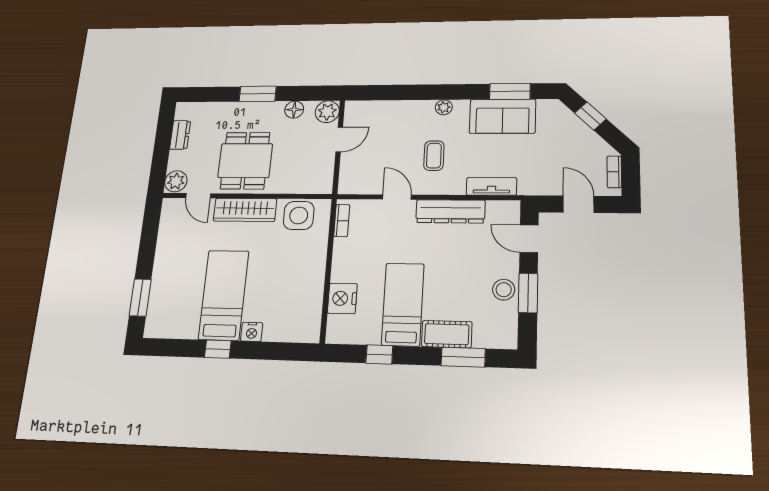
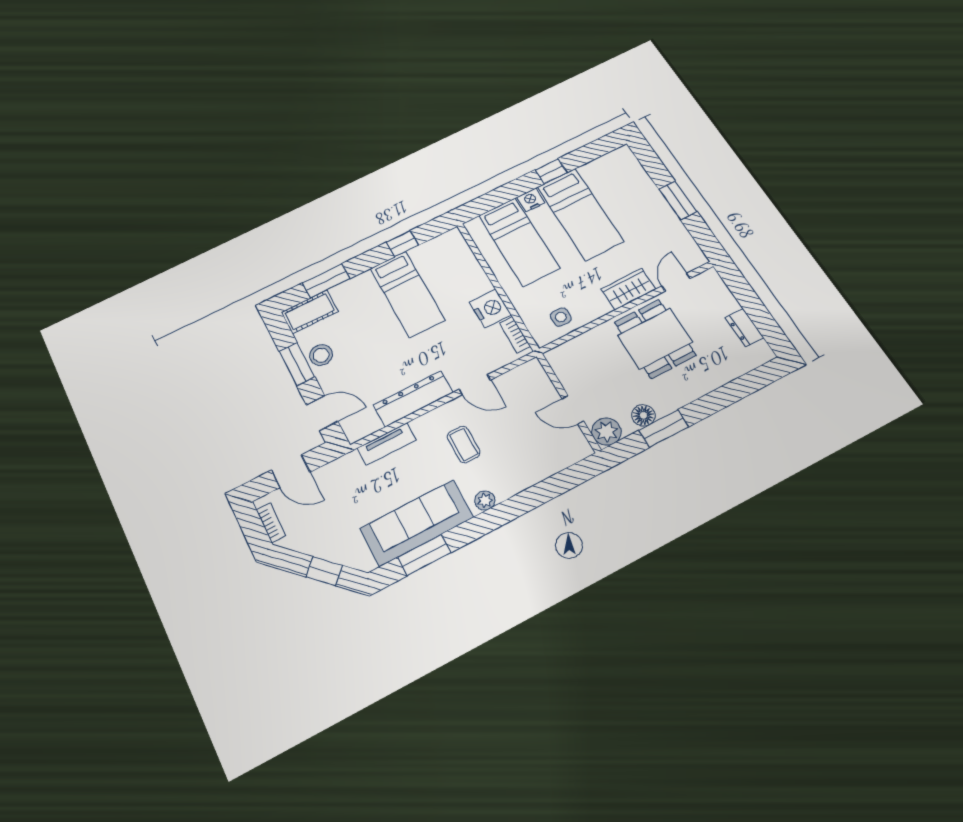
window: (258, 94) -> (664, 429), moved
sofa: (503, 116) -> (417, 523), width x1.36
door: (339, 139) -> (573, 410), hinge flipped
plant: (176, 181) -> (710, 283), removed
door: (198, 196) -> (676, 282), hinge flipped
wardrobe: (245, 210) -> (628, 289), width x0.67
side table: (299, 215) -> (561, 317), width x0.54, depth x0.54
window: (140, 297) -> (678, 200), moved
nightstand: (342, 298) -> (490, 308), moved
bed: (286, 299) -> (519, 242), added
cot: (447, 334) -> (310, 312), moved

